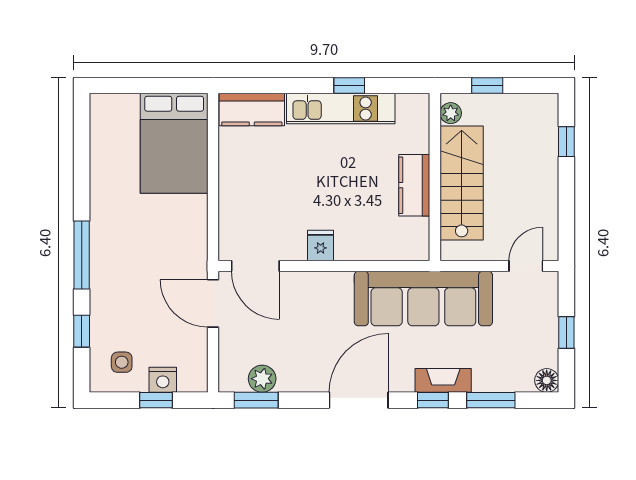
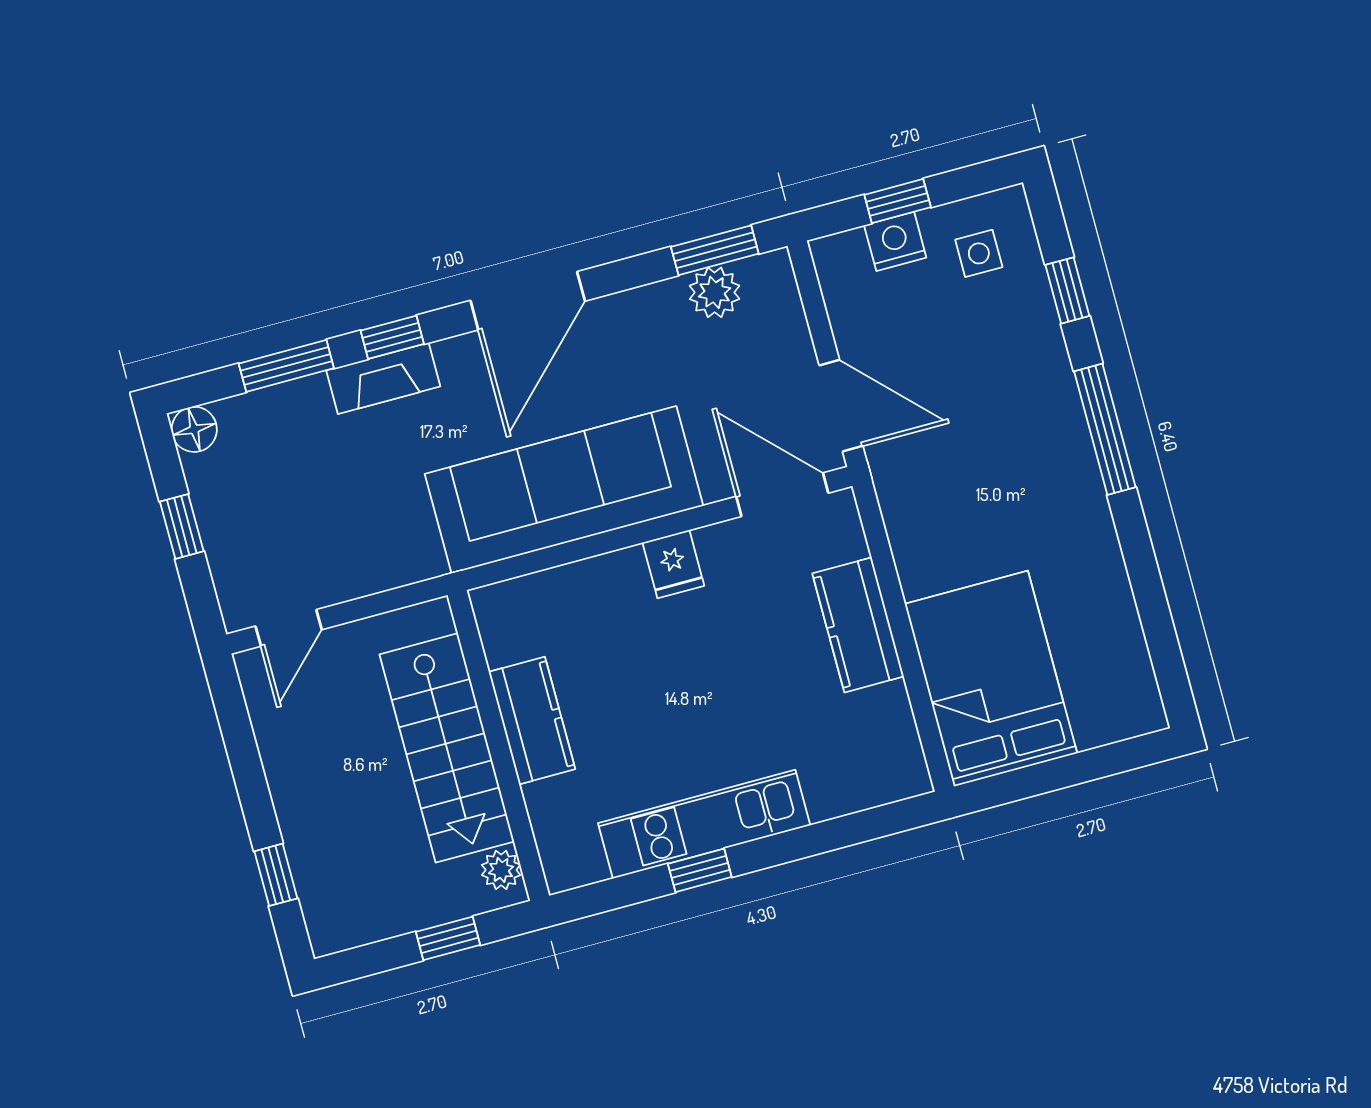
kitchen counter: (252, 110) -> (858, 625), moved, turned -90
sofa: (423, 299) -> (564, 490), moved

